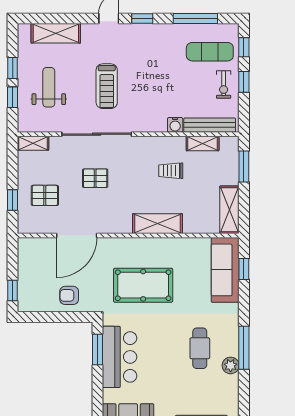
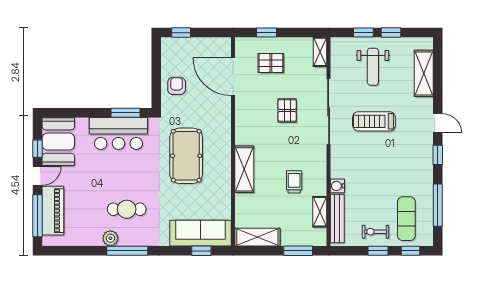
weight bench: (49, 87) -> (373, 67), turned 90
pallet: (45, 195) -> (271, 63), turned 90
door: (77, 236) -> (233, 77), moved

